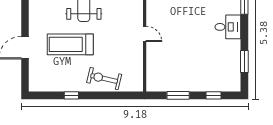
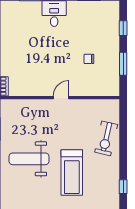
chair: (183, 61) -> (89, 59), added
window: (71, 95) -> (123, 187), moved

